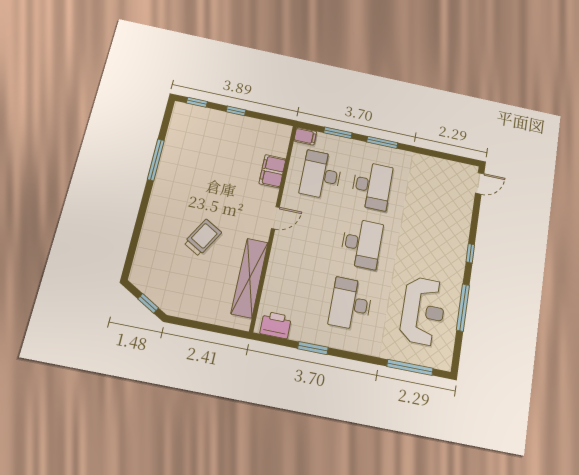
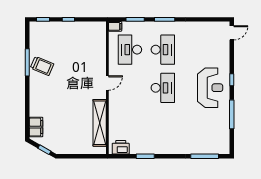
filing cabinet: (272, 171) -> (36, 127), moved, turned 180
trolley: (203, 238) -> (42, 66), moved, turned 83
desk: (351, 304) -> (163, 126), removed
reception desk: (423, 311) -> (210, 88), moved

